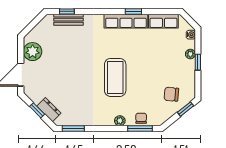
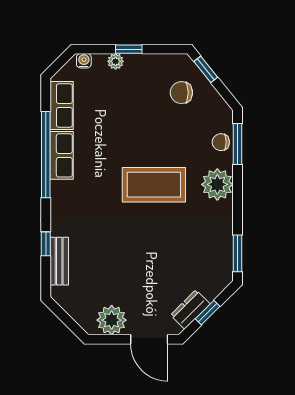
window: (67, 11) -> (46, 244), moved
window: (133, 11) -> (46, 155), width x3.17
row of seats: (126, 21) -> (62, 155), width x0.68
chair: (171, 94) -> (181, 93), turned 85
dresser: (49, 110) -> (190, 309), moved
plant: (120, 121) -> (217, 184), width x1.88, depth x1.88

